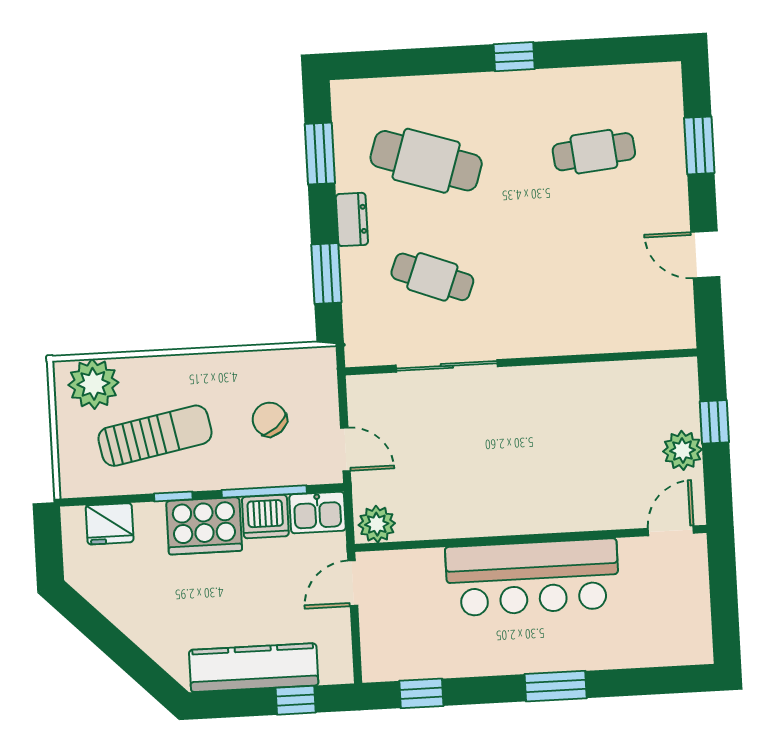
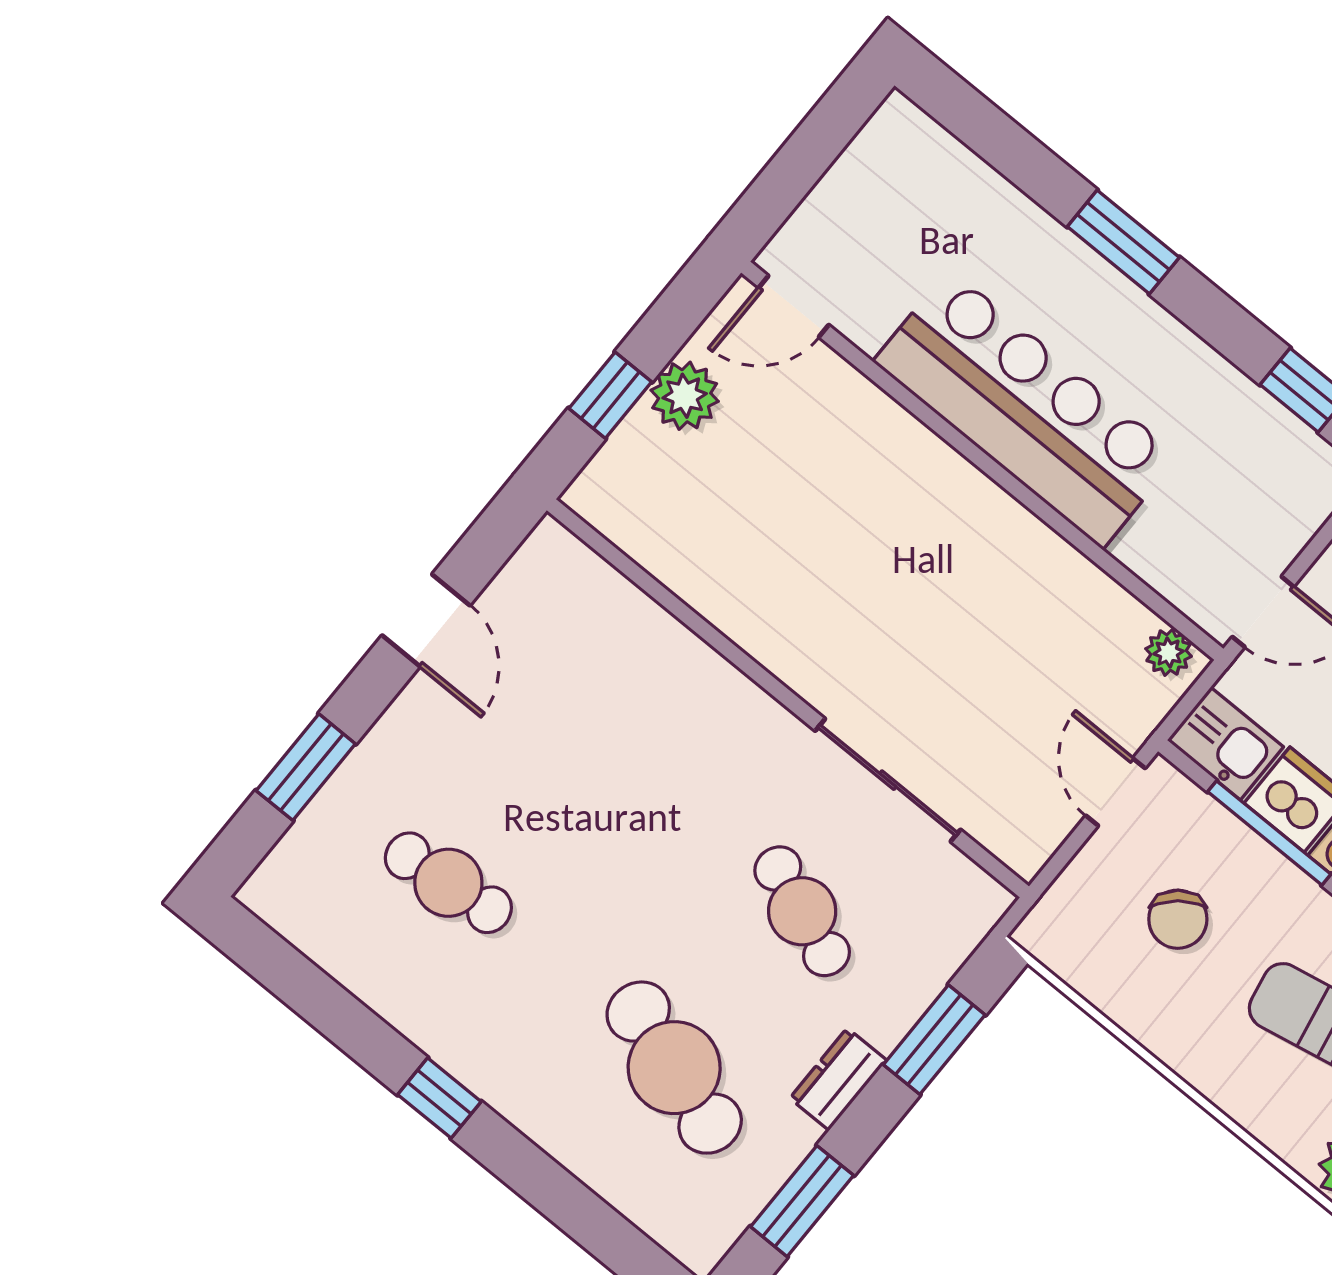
plant: (377, 524) -> (1169, 652), width x0.73, depth x0.73

